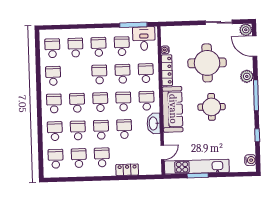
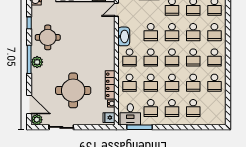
fridge: (167, 34) -> (109, 118), added
school desk: (52, 48) -> (193, 83), moved
plant: (247, 76) -> (37, 62), moved
round table: (212, 107) -> (48, 37), moved
sofa: (173, 109) -> (106, 49), removed

